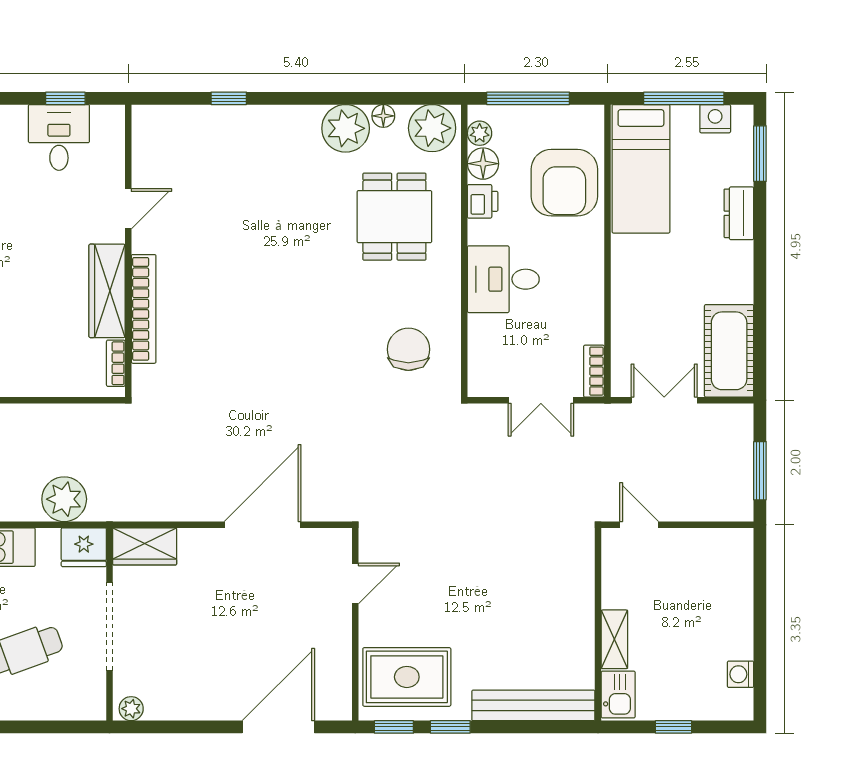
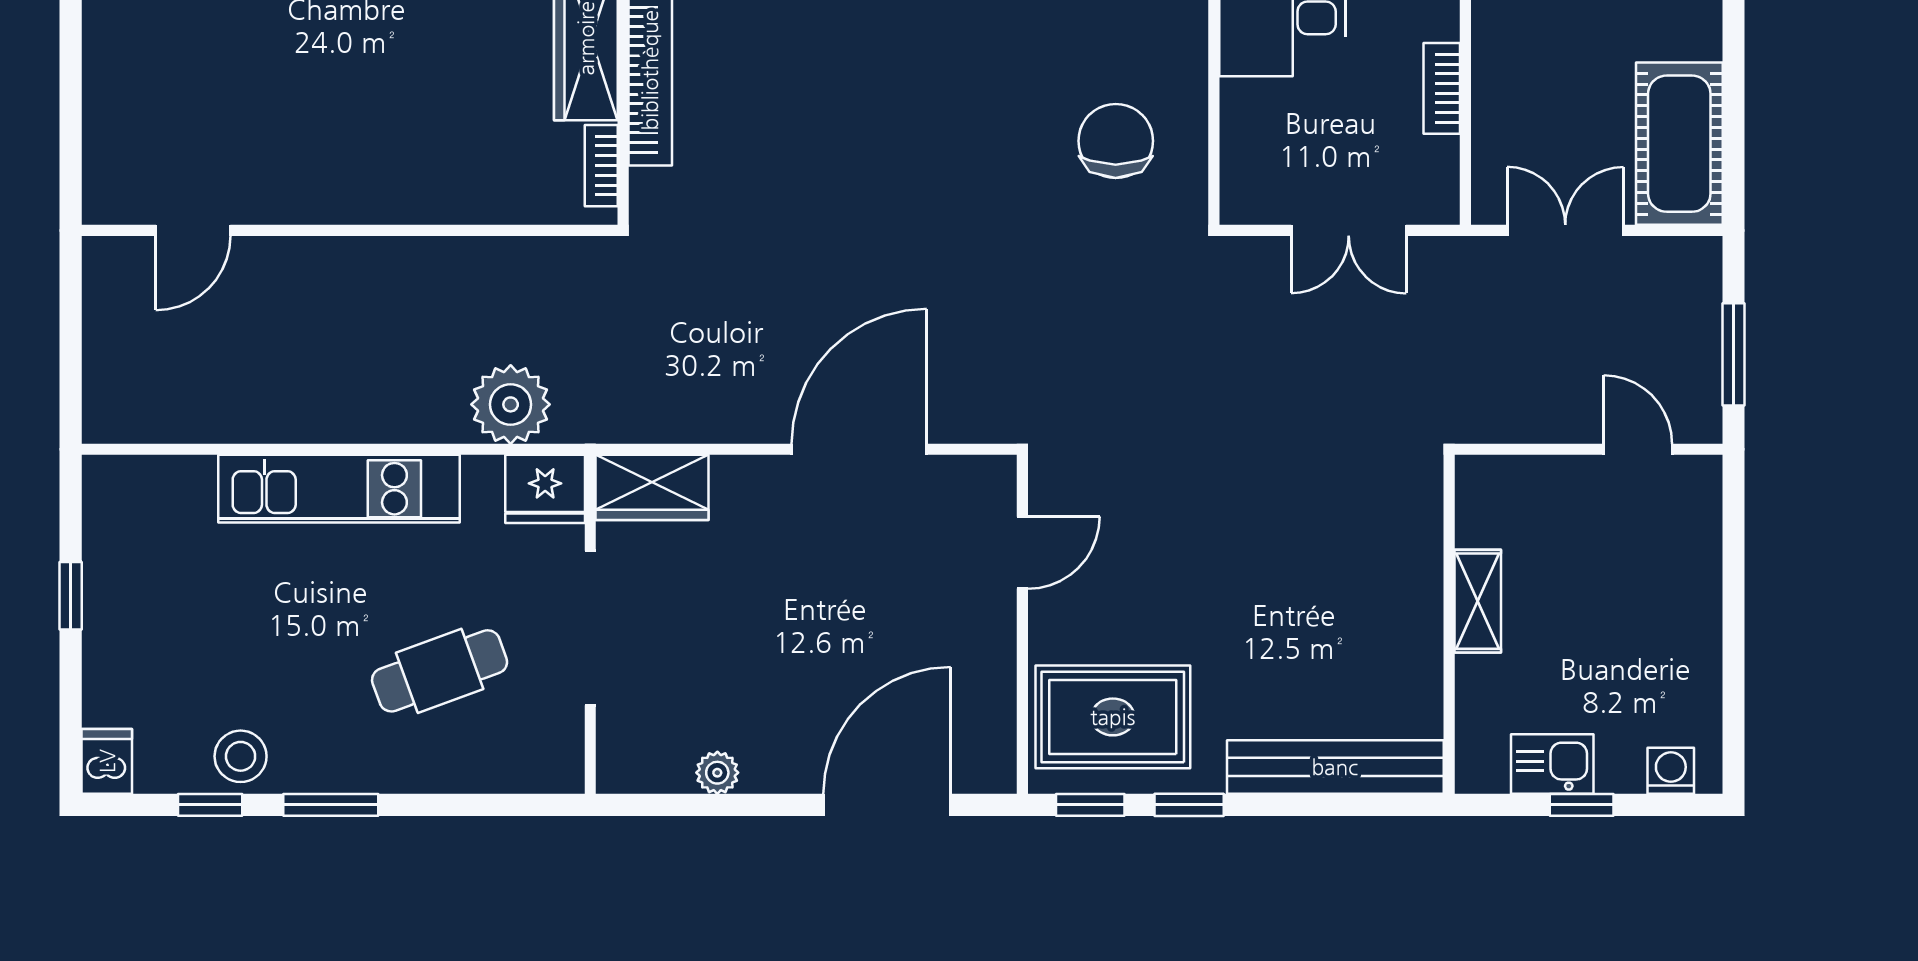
bookcase: (594, 371) -> (1442, 88), moved
door: (639, 525) -> (1638, 449), moved
shelving: (614, 639) -> (1478, 601), moved
washing machine: (741, 674) -> (1671, 771), moved, turned 90
kitchen sink: (618, 695) -> (1552, 764), moved, turned -90
plant: (131, 709) -> (717, 773), moved

